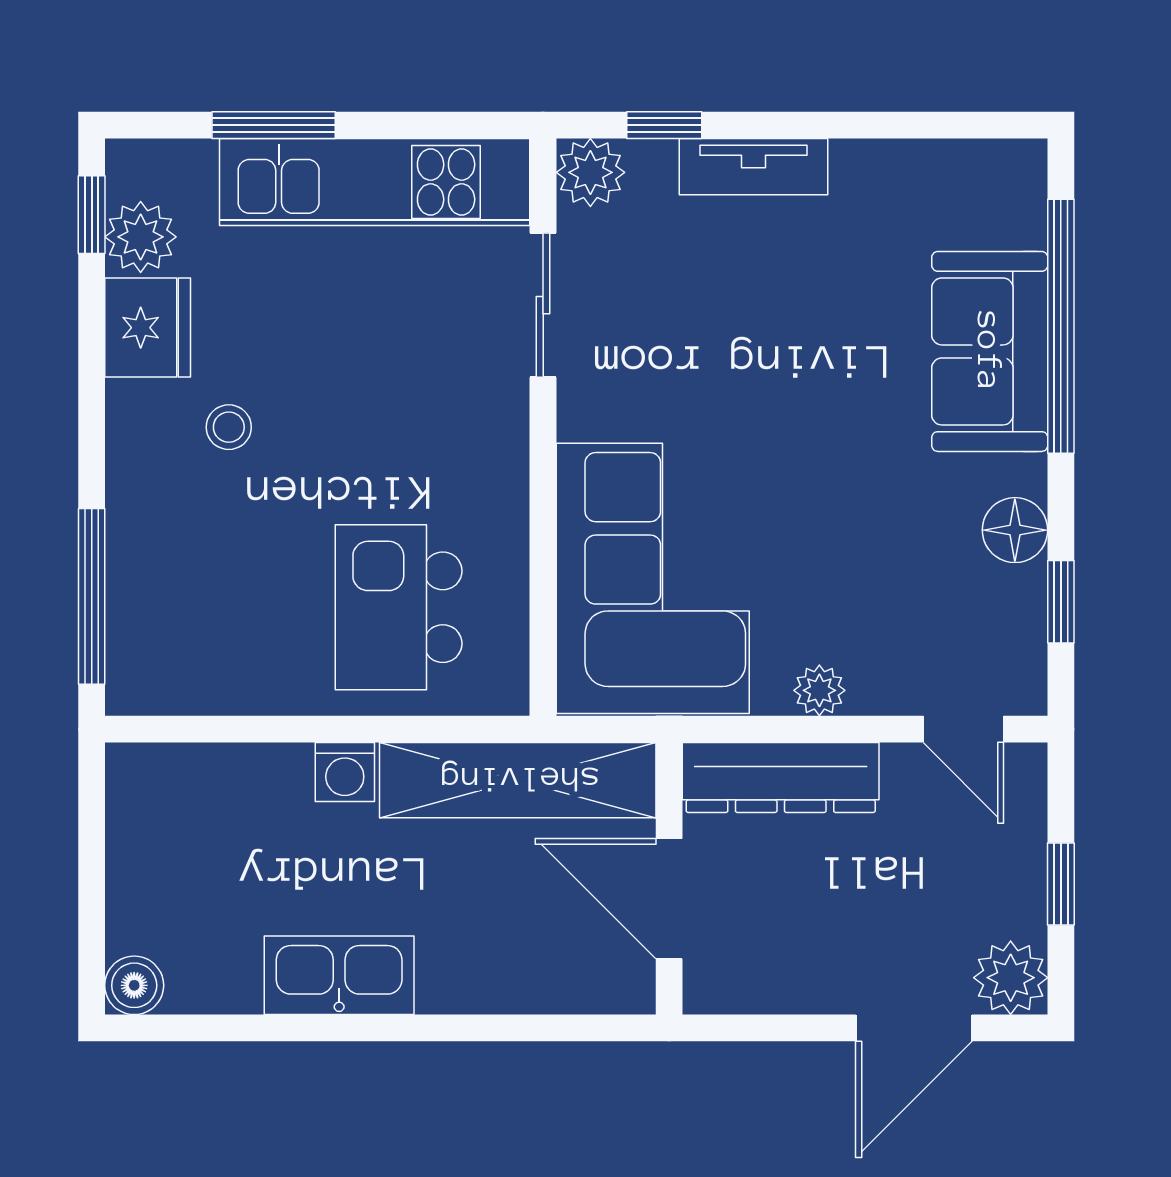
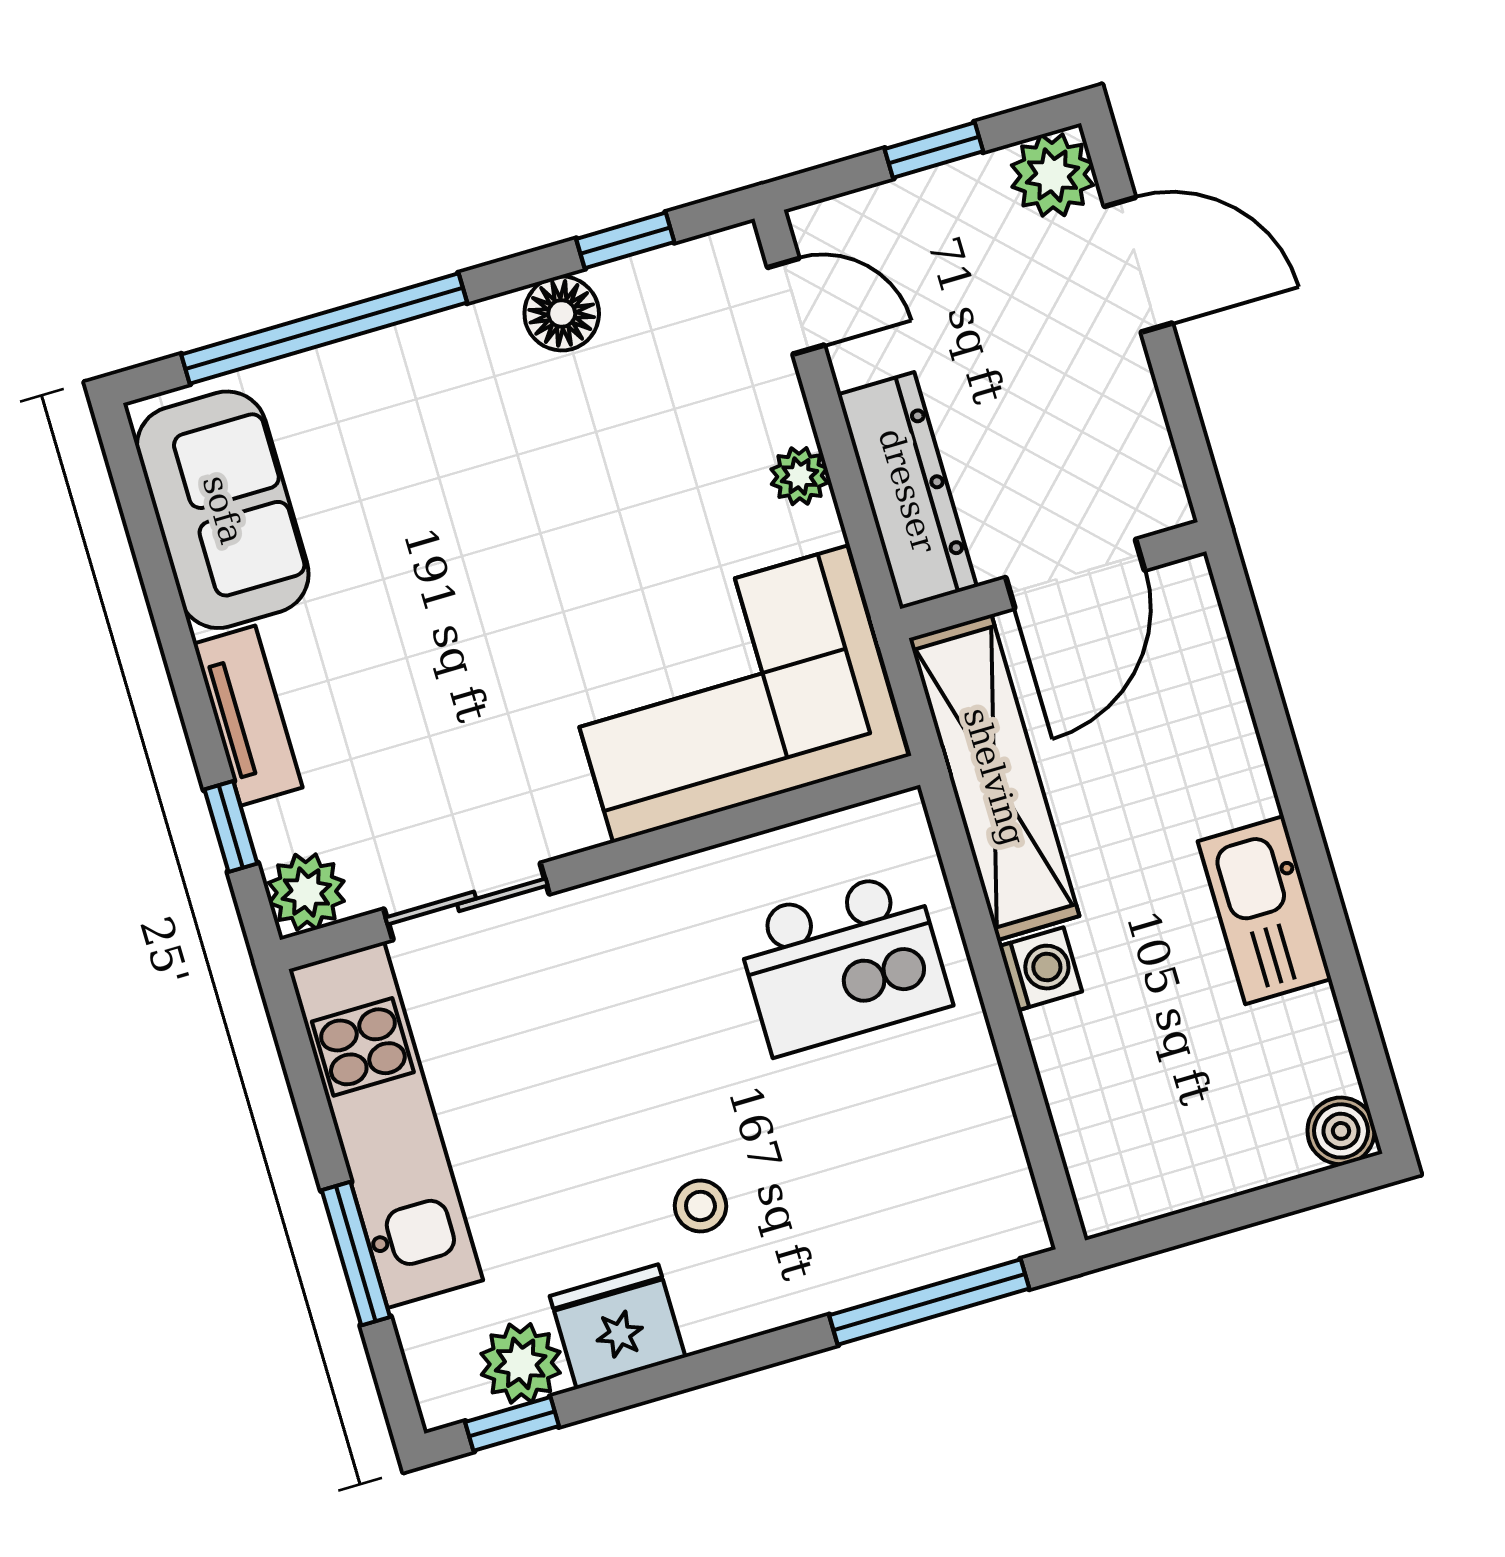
sofa: (990, 351) -> (223, 510), moved, turned -90
door: (963, 729) -> (796, 306), hinge flipped

